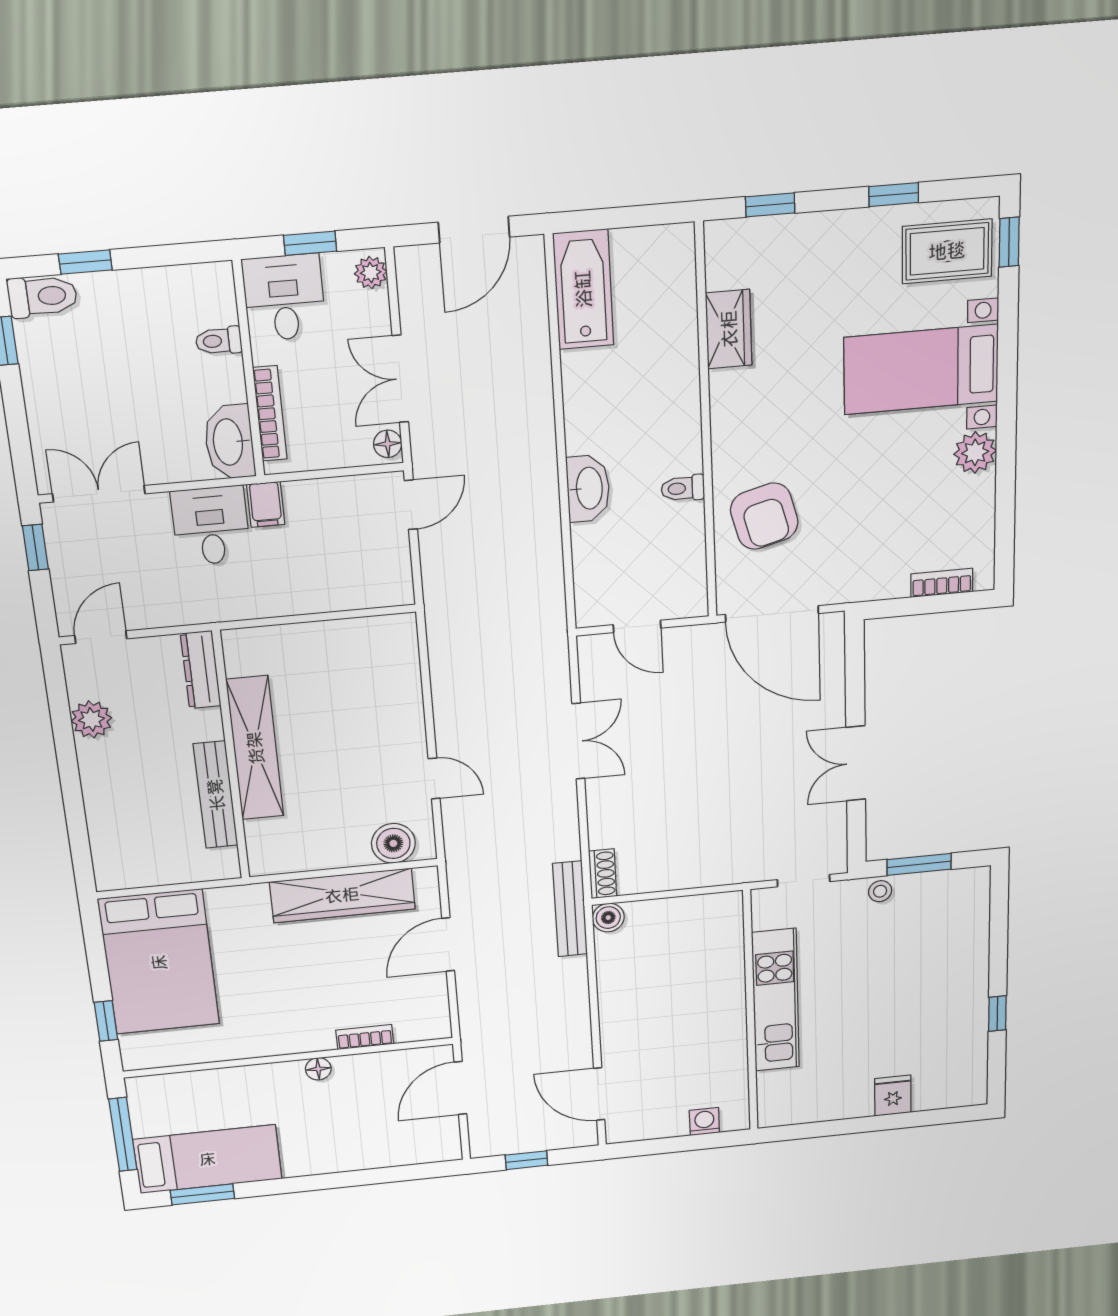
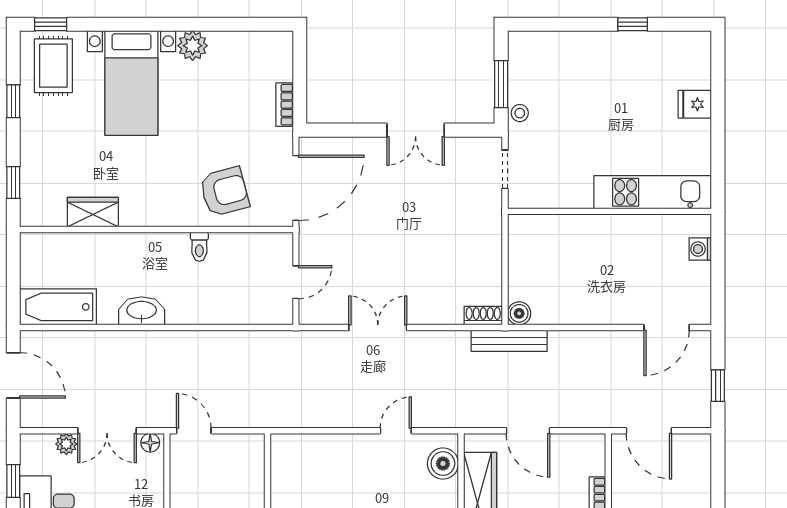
plant: (371, 273) -> (66, 444), moved
washbasin: (588, 488) -> (142, 311), moved
bookcase: (942, 583) -> (285, 105), moved
kitchen unit: (776, 1000) -> (653, 192), moved

